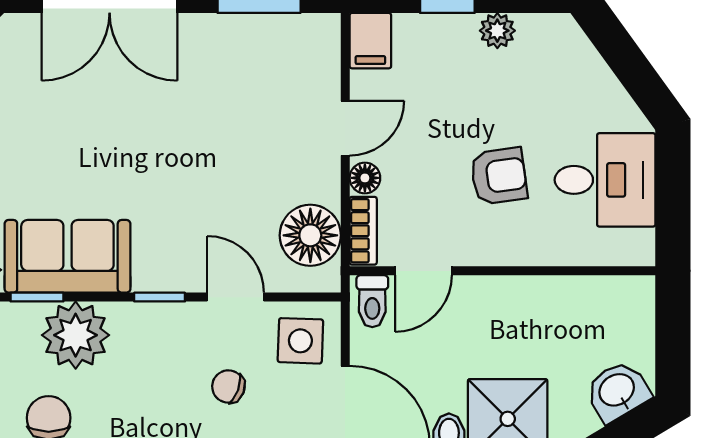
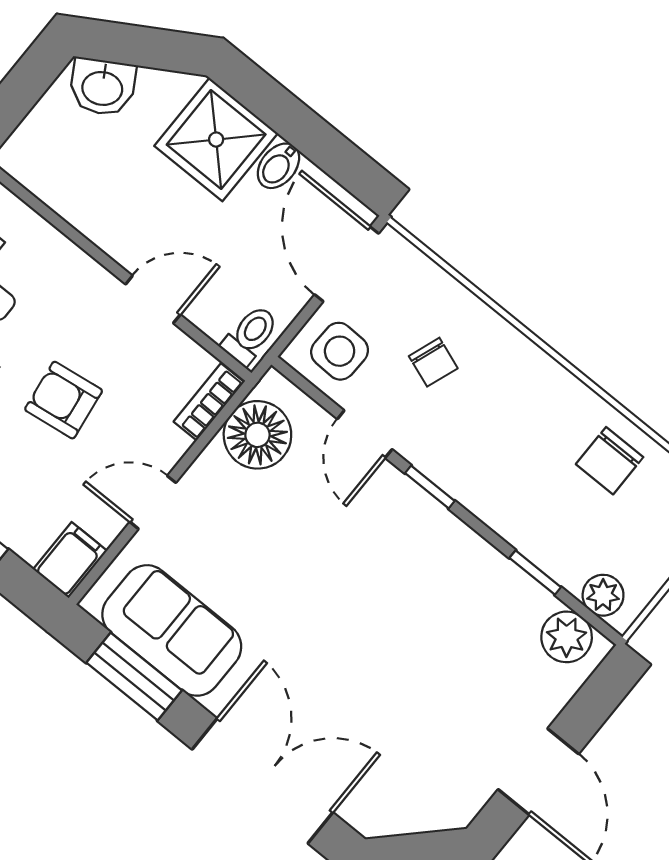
armchair: (499, 176) -> (64, 400), moved
floor lamp: (365, 178) -> (171, 446), removed
sofa: (67, 256) -> (172, 630), moved, turned 180
door: (423, 271) -> (153, 299), moved
plant: (76, 335) -> (529, 513), removed

